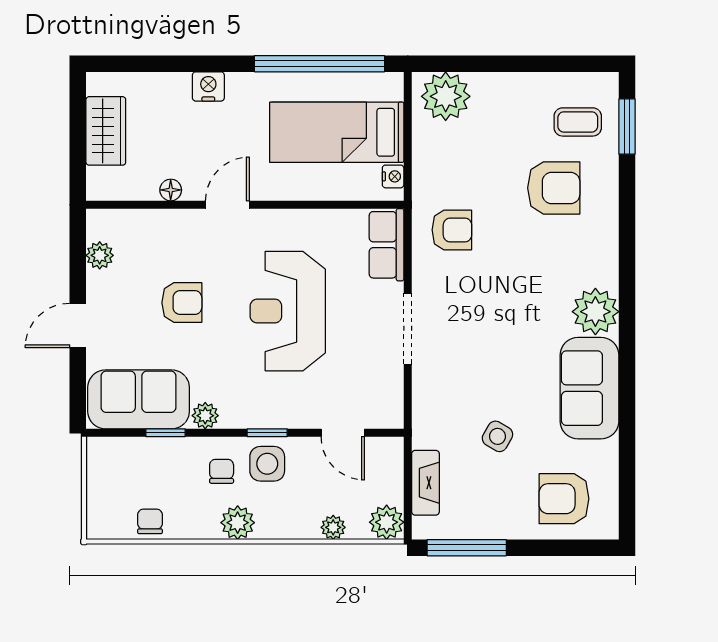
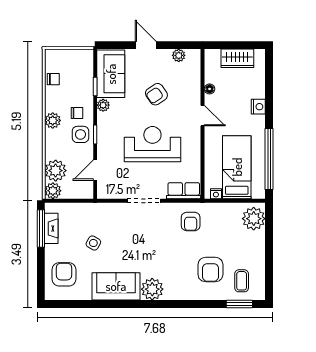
armchair: (182, 303) -> (156, 94), turned 56
fireplace: (425, 483) -> (51, 228), moved, turned -90
plant: (333, 527) -> (56, 171), width x1.88, depth x1.88

